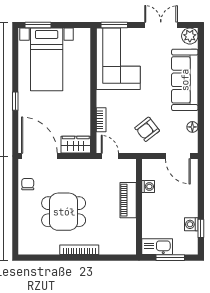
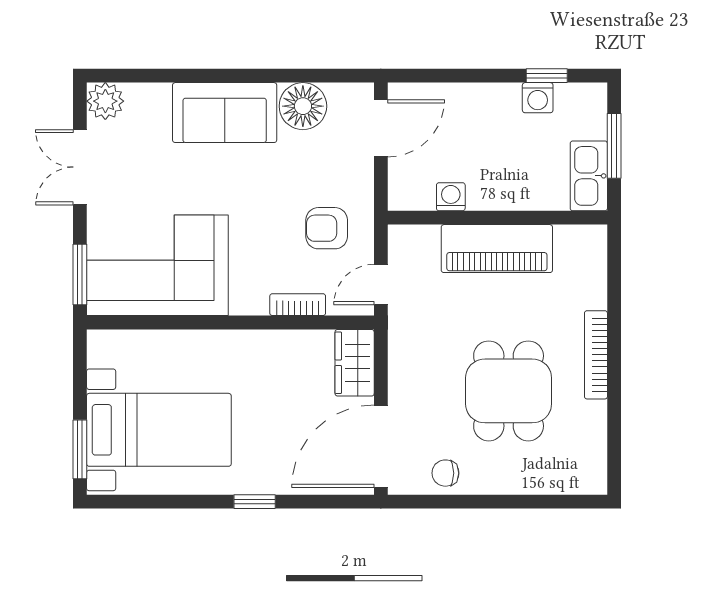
sofa: (185, 80) -> (225, 113), width x0.73
floor lamp: (192, 127) -> (303, 106), width x1.89, depth x1.89
armchair: (147, 129) -> (327, 228), moved, turned 128
piano: (128, 200) -> (497, 249), width x1.37, depth x1.33

